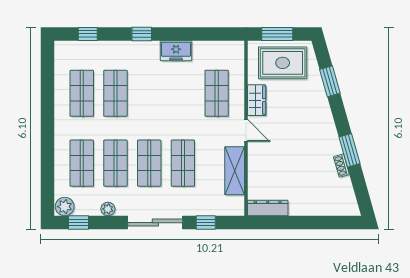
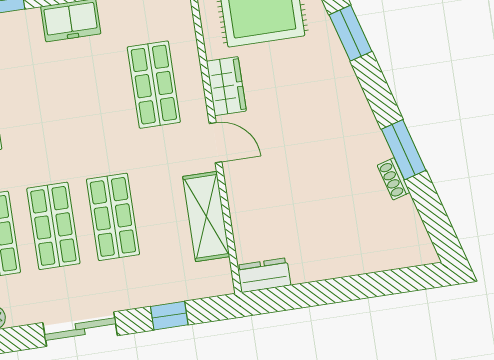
dresser: (268, 208) -> (264, 275), width x0.70
sliding door: (155, 223) -> (80, 329), width x0.73

